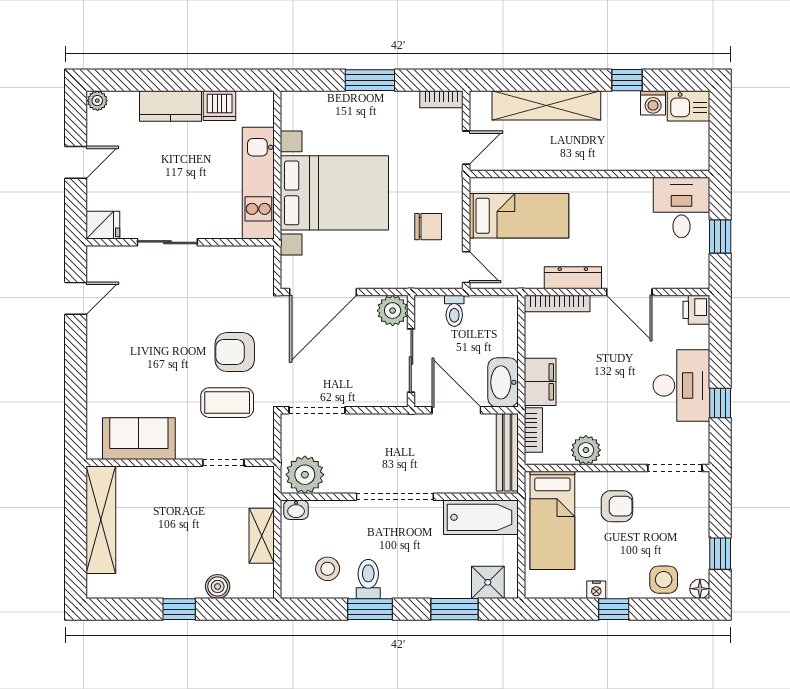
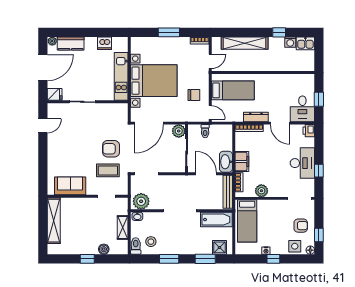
kitchen counter: (170, 106) -> (71, 43), moved
door: (76, 162) -> (43, 68), width x1.87
desk: (681, 208) -> (302, 109), moved, turned 180
armchair: (617, 506) -> (301, 226), moved
toilet: (368, 579) -> (136, 246), moved

